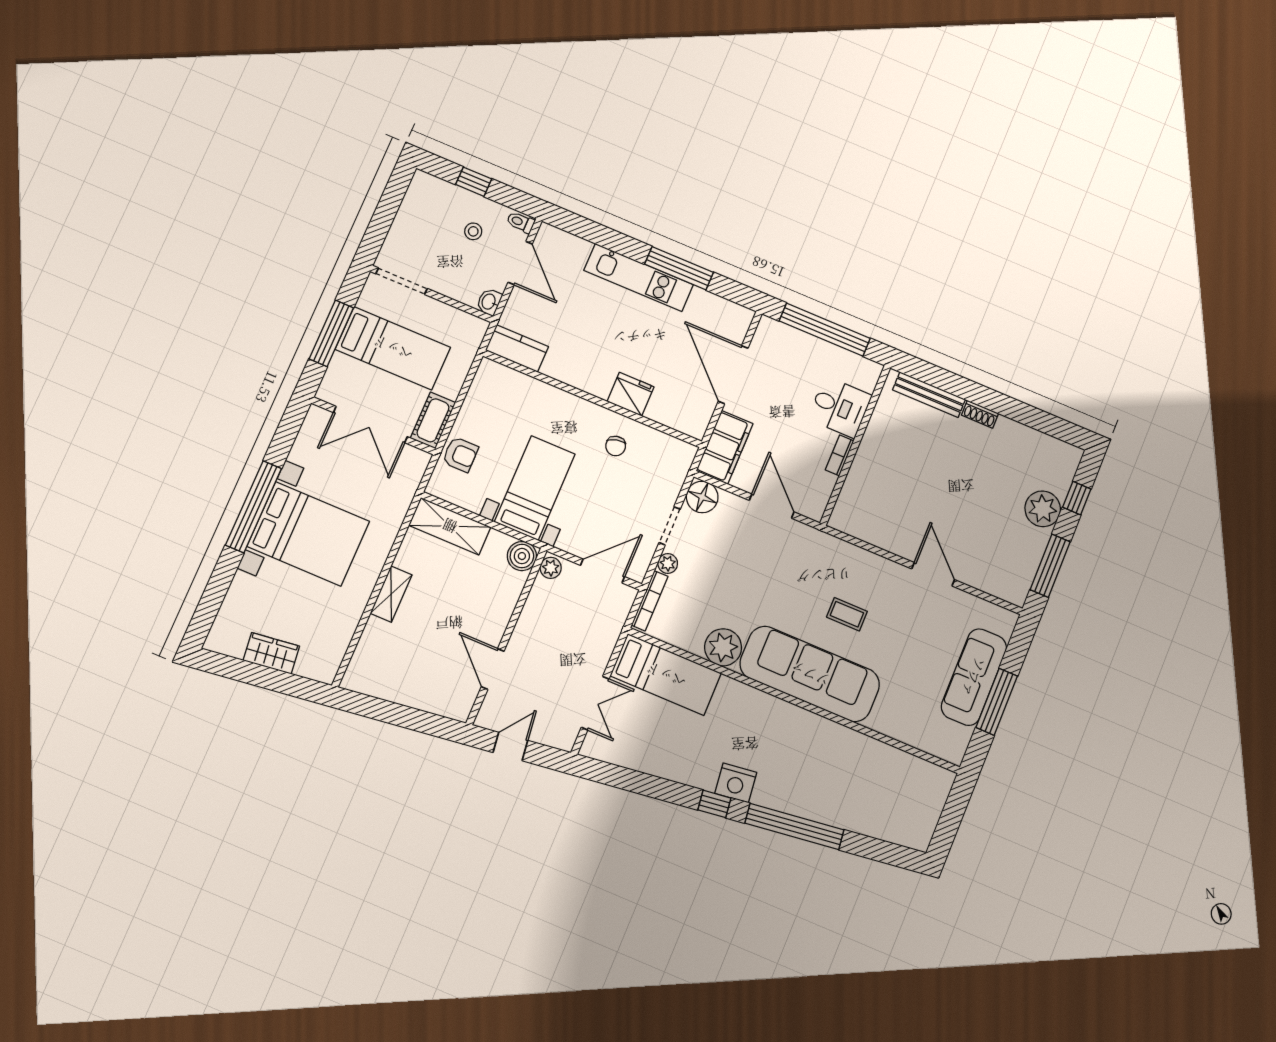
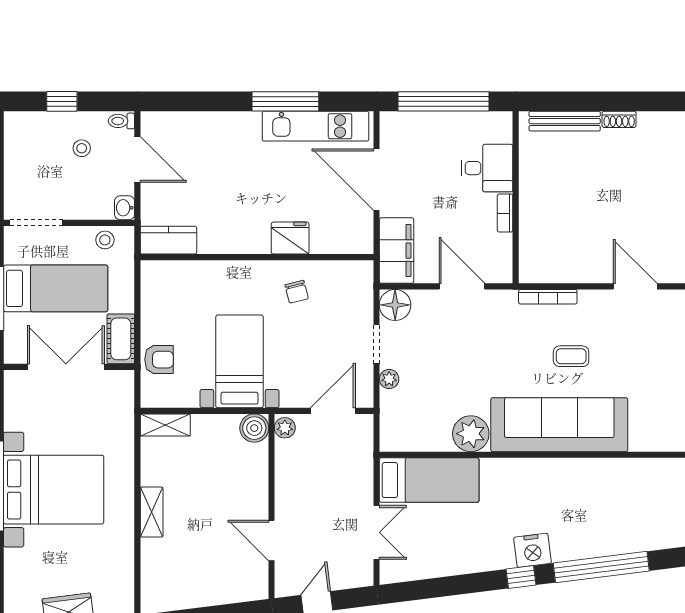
kitchen unit: (638, 277) -> (316, 126), moved
stool: (458, 323) -> (105, 240), added
double door: (370, 425) -> (66, 367), swing flipped
shelving: (450, 526) -> (165, 425), width x0.67, depth x0.75
bookcase: (650, 601) -> (548, 297), moved, turned 90

